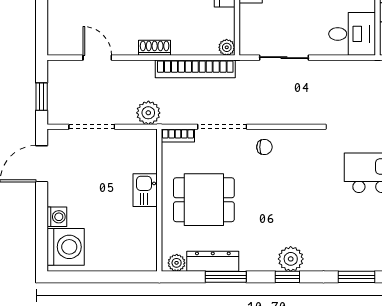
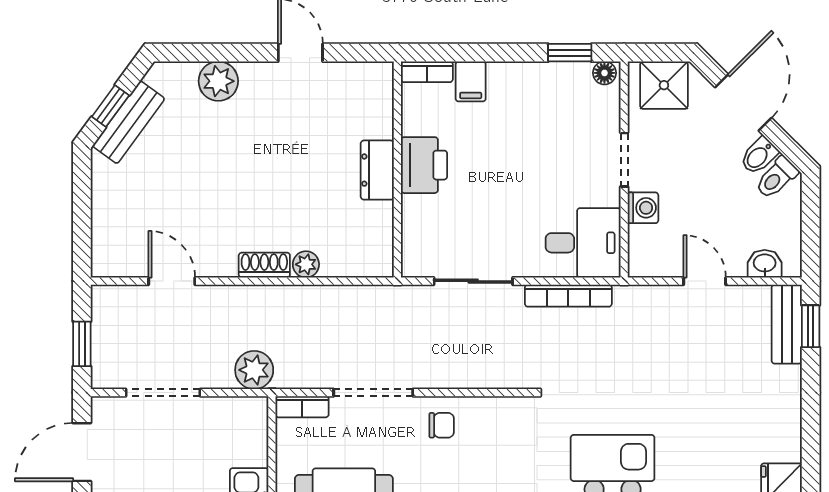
plant: (227, 47) -> (306, 264), moved
bookcase: (195, 69) -> (568, 296), moved, width x0.68, depth x0.76

